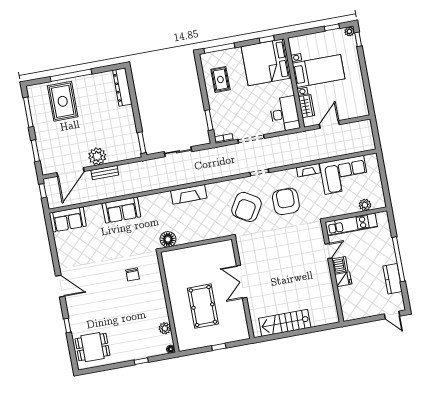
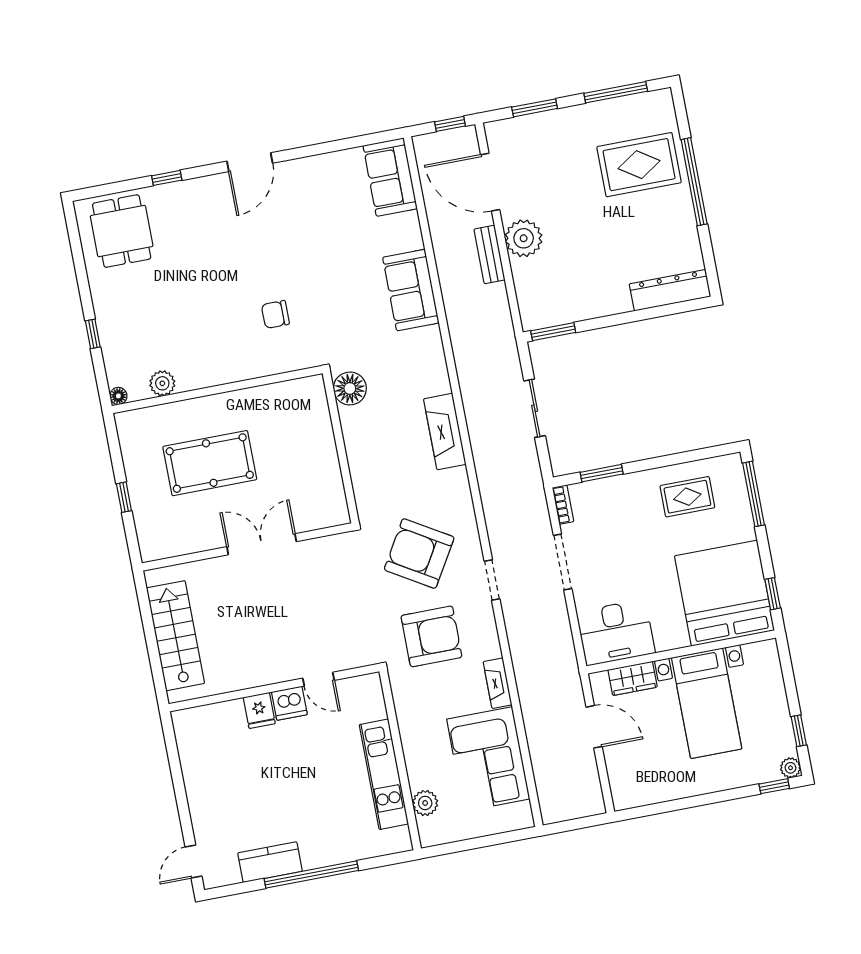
door: (328, 251) -> (318, 679), moved
dishwasher: (340, 265) -> (289, 703), moved
wall: (332, 272) -> (274, 688), moved
fridge: (343, 279) -> (259, 710), moved

